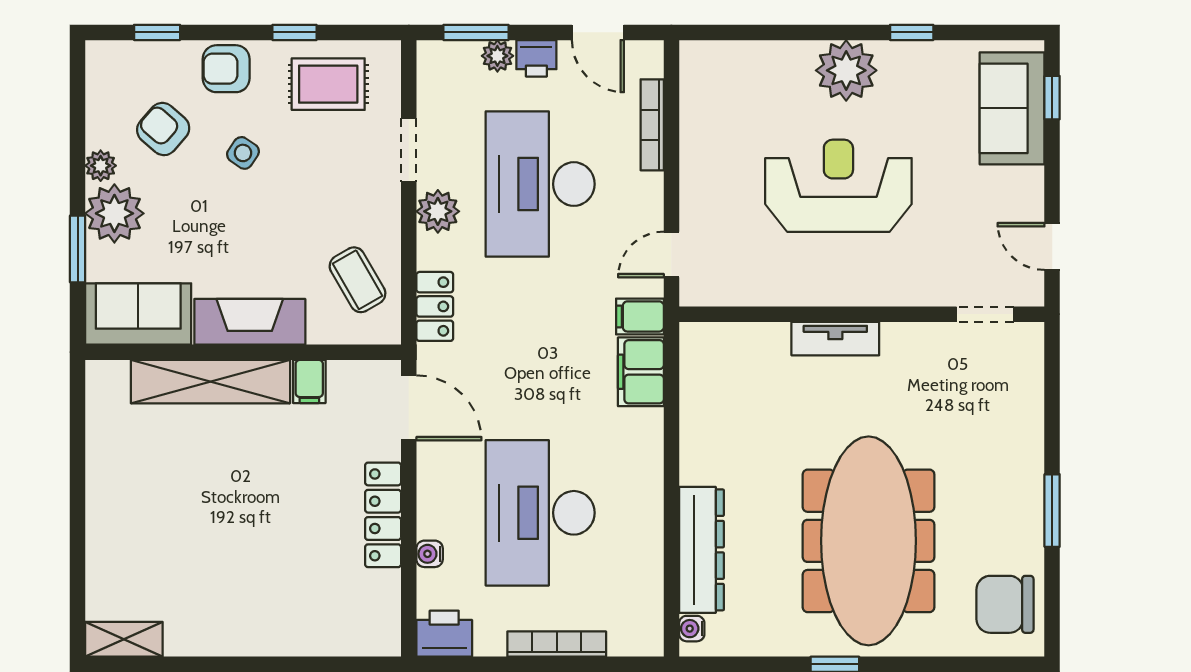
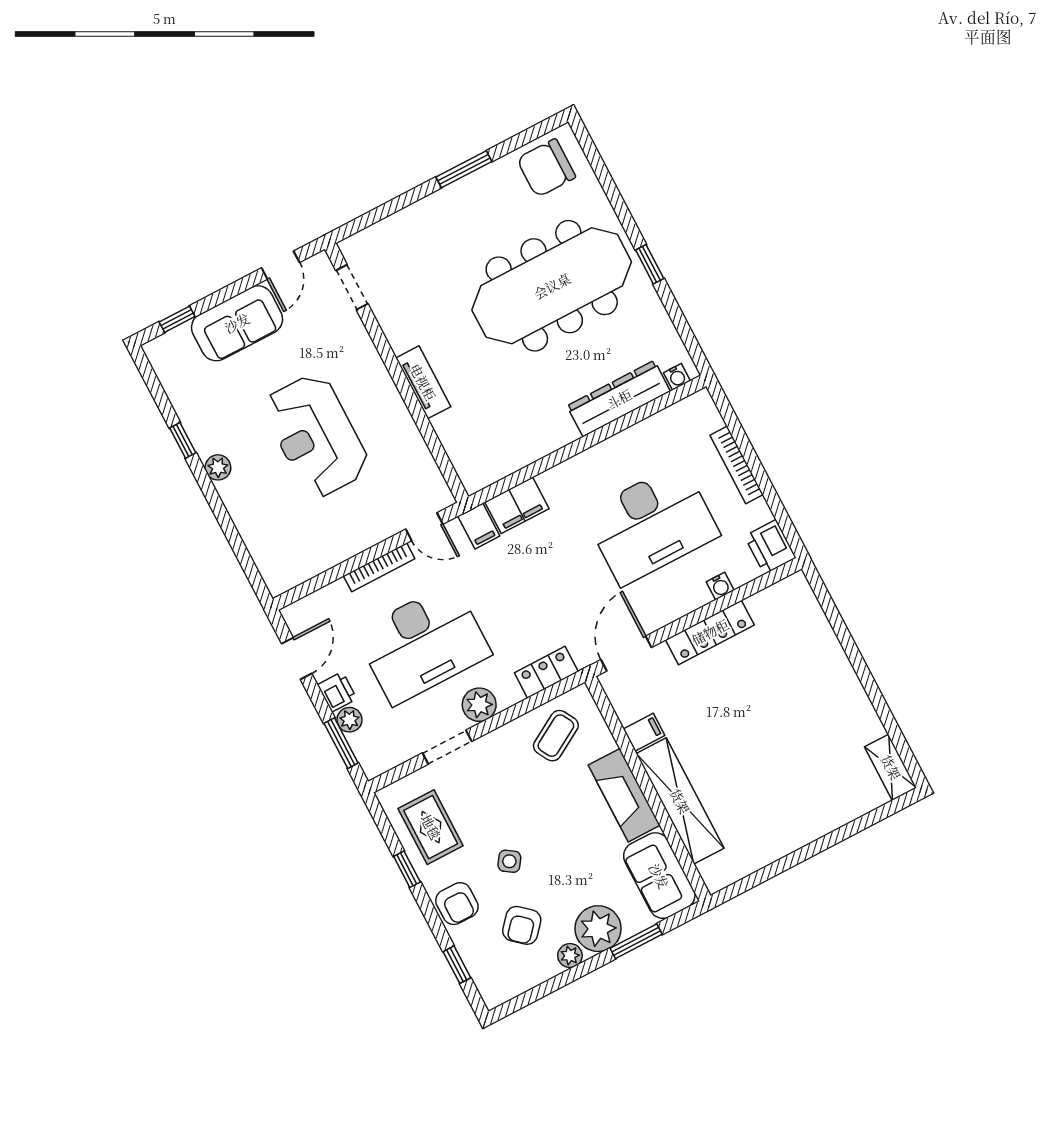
plant: (846, 70) -> (218, 467), width x0.53, depth x0.53
sofa: (1012, 108) -> (237, 323), moved
bookcase: (652, 125) -> (379, 567), moved
chair: (1005, 604) -> (546, 168), turned 90

